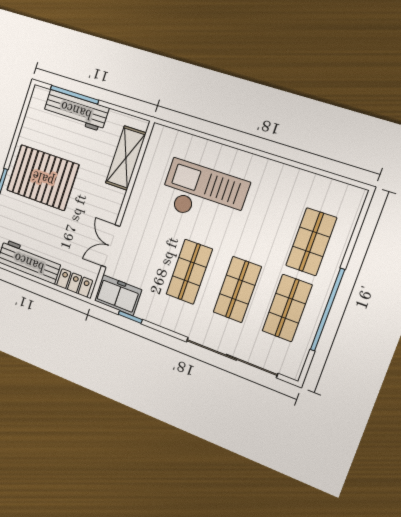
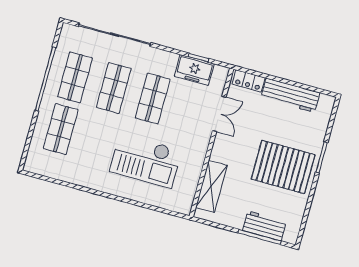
workbench: (76, 110) -> (264, 226), width x0.73
freezer: (118, 295) -> (194, 70), moved

